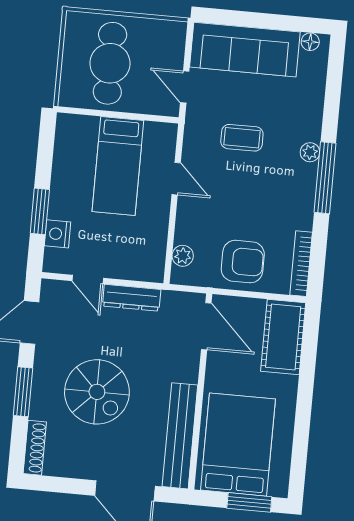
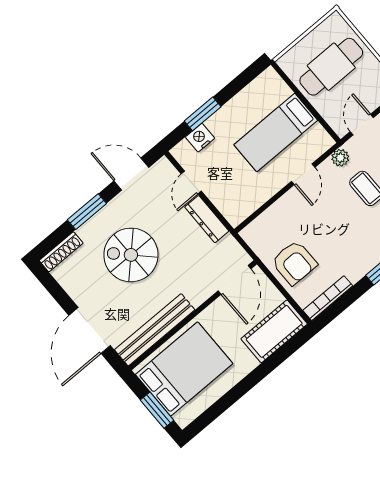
plant: (183, 256) -> (340, 158), moved
spiral stairs: (97, 392) -> (131, 255), turned 90

